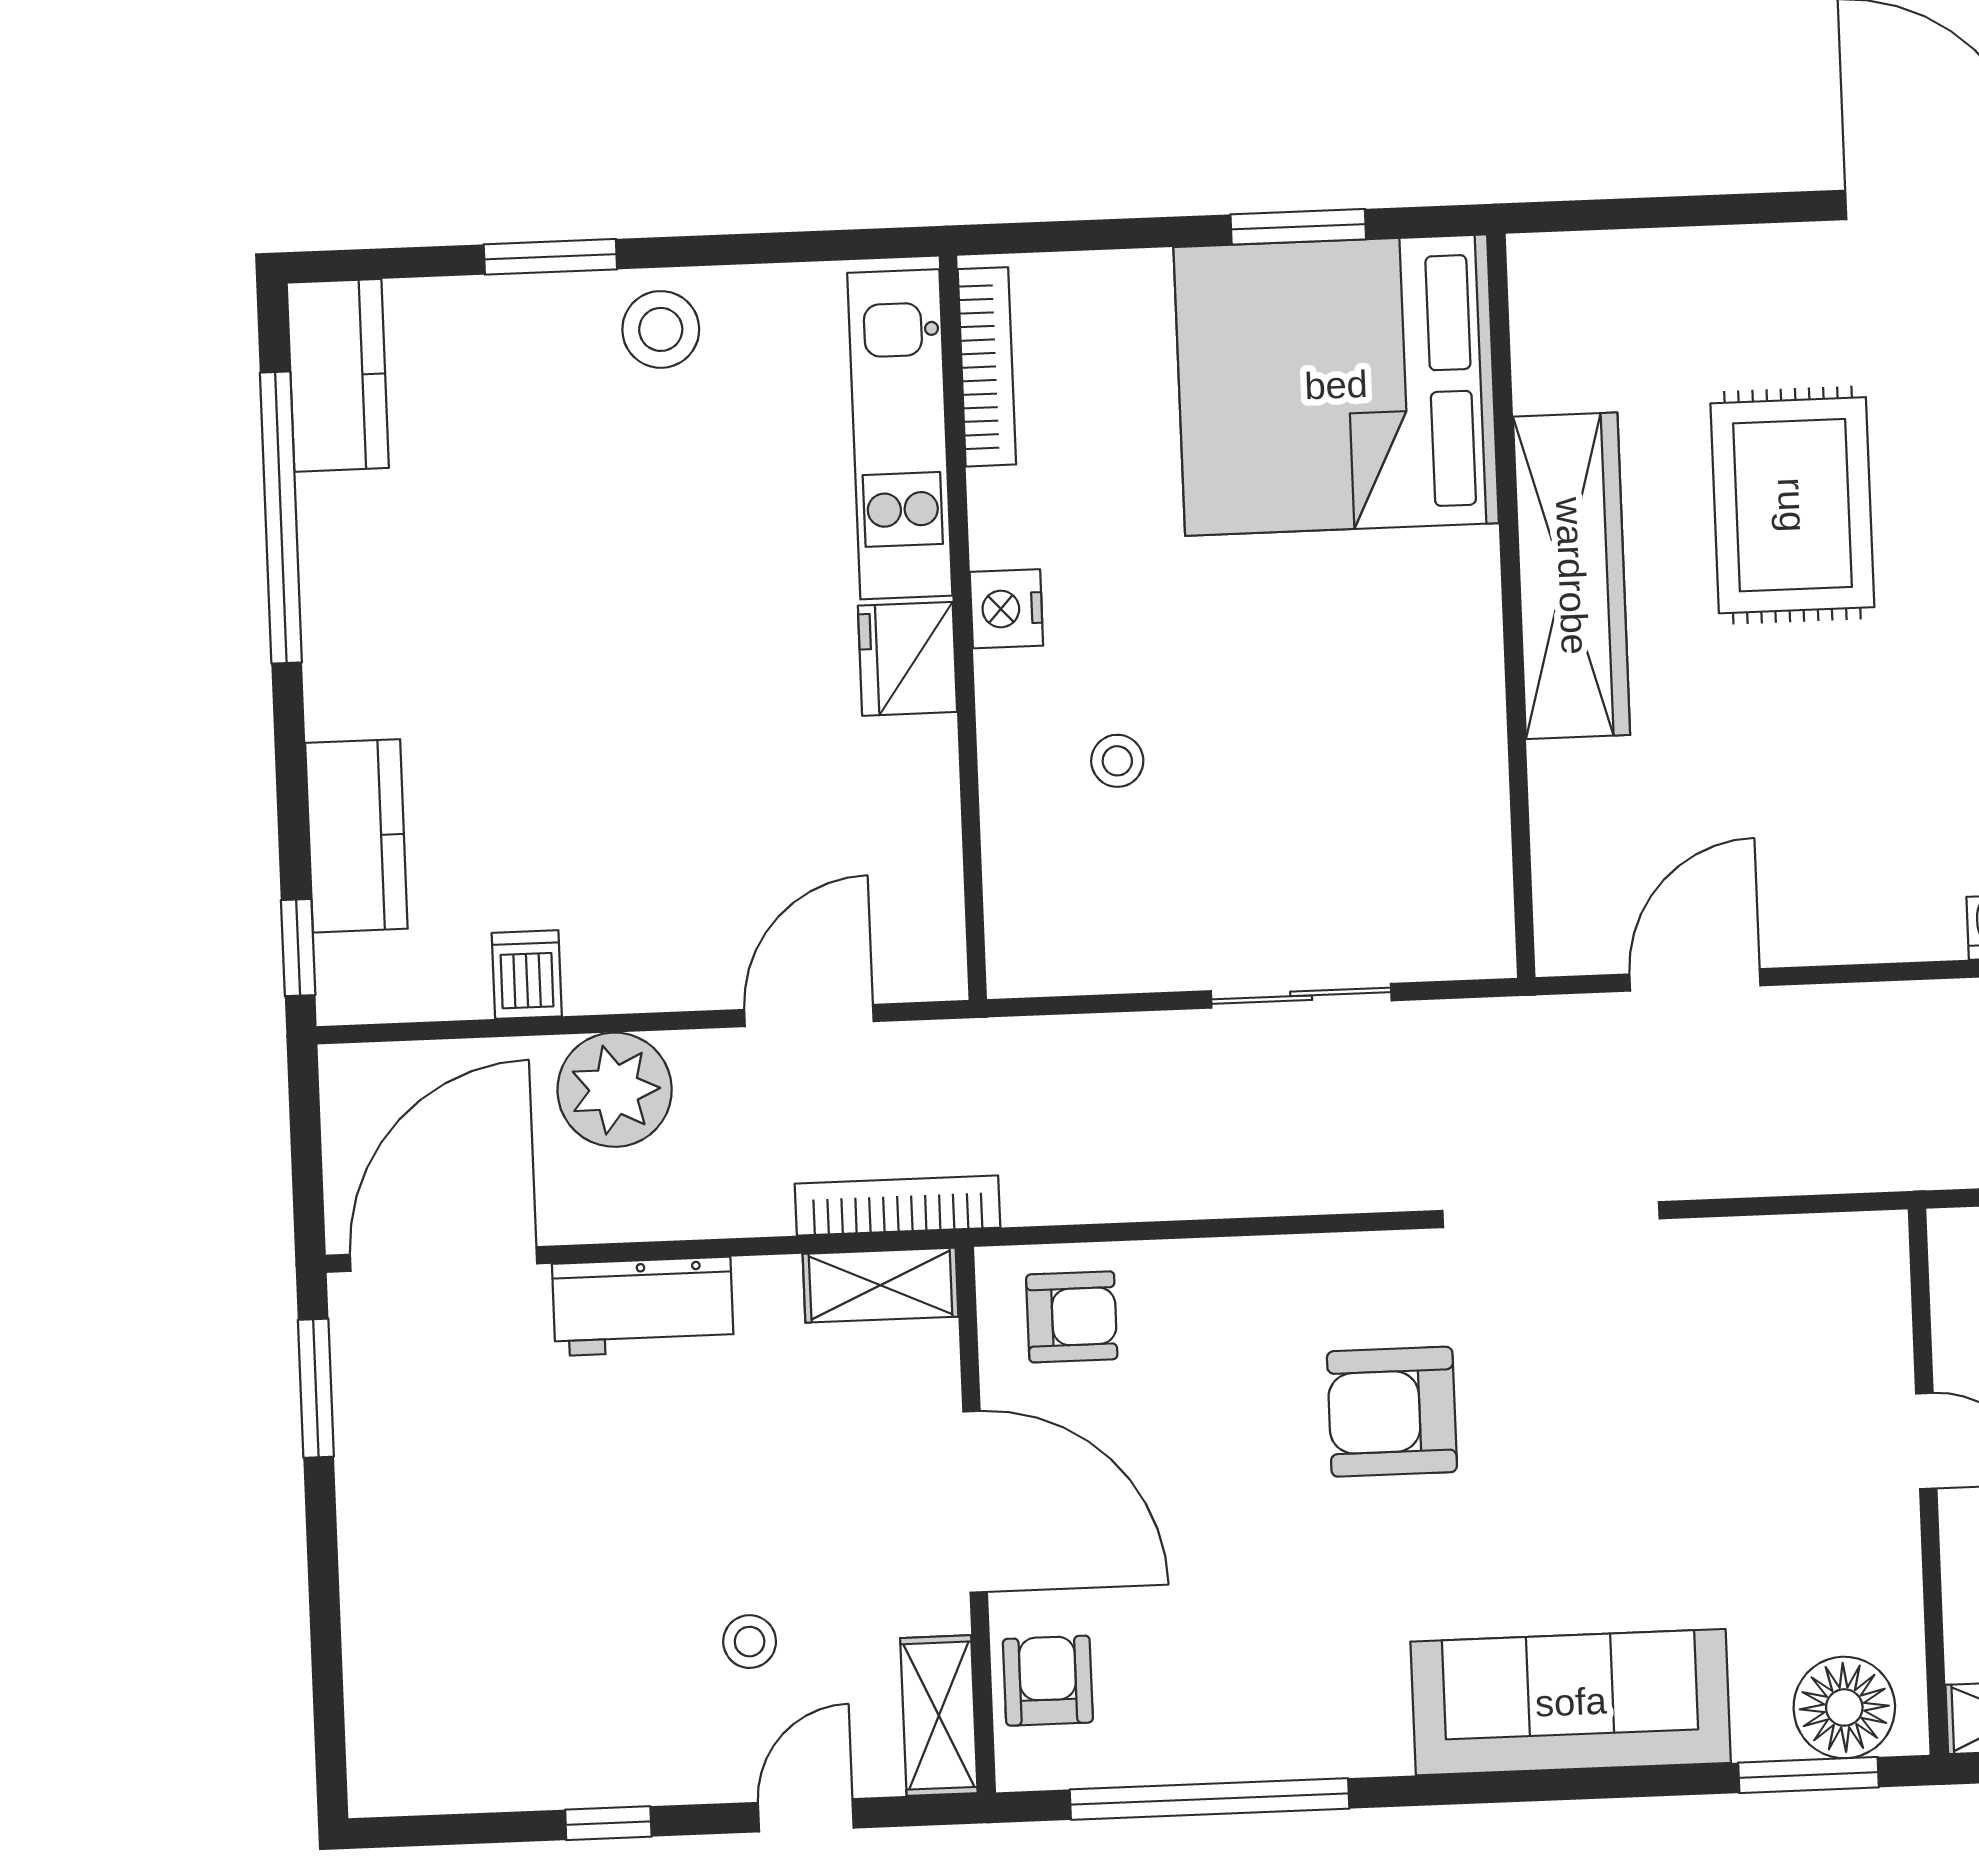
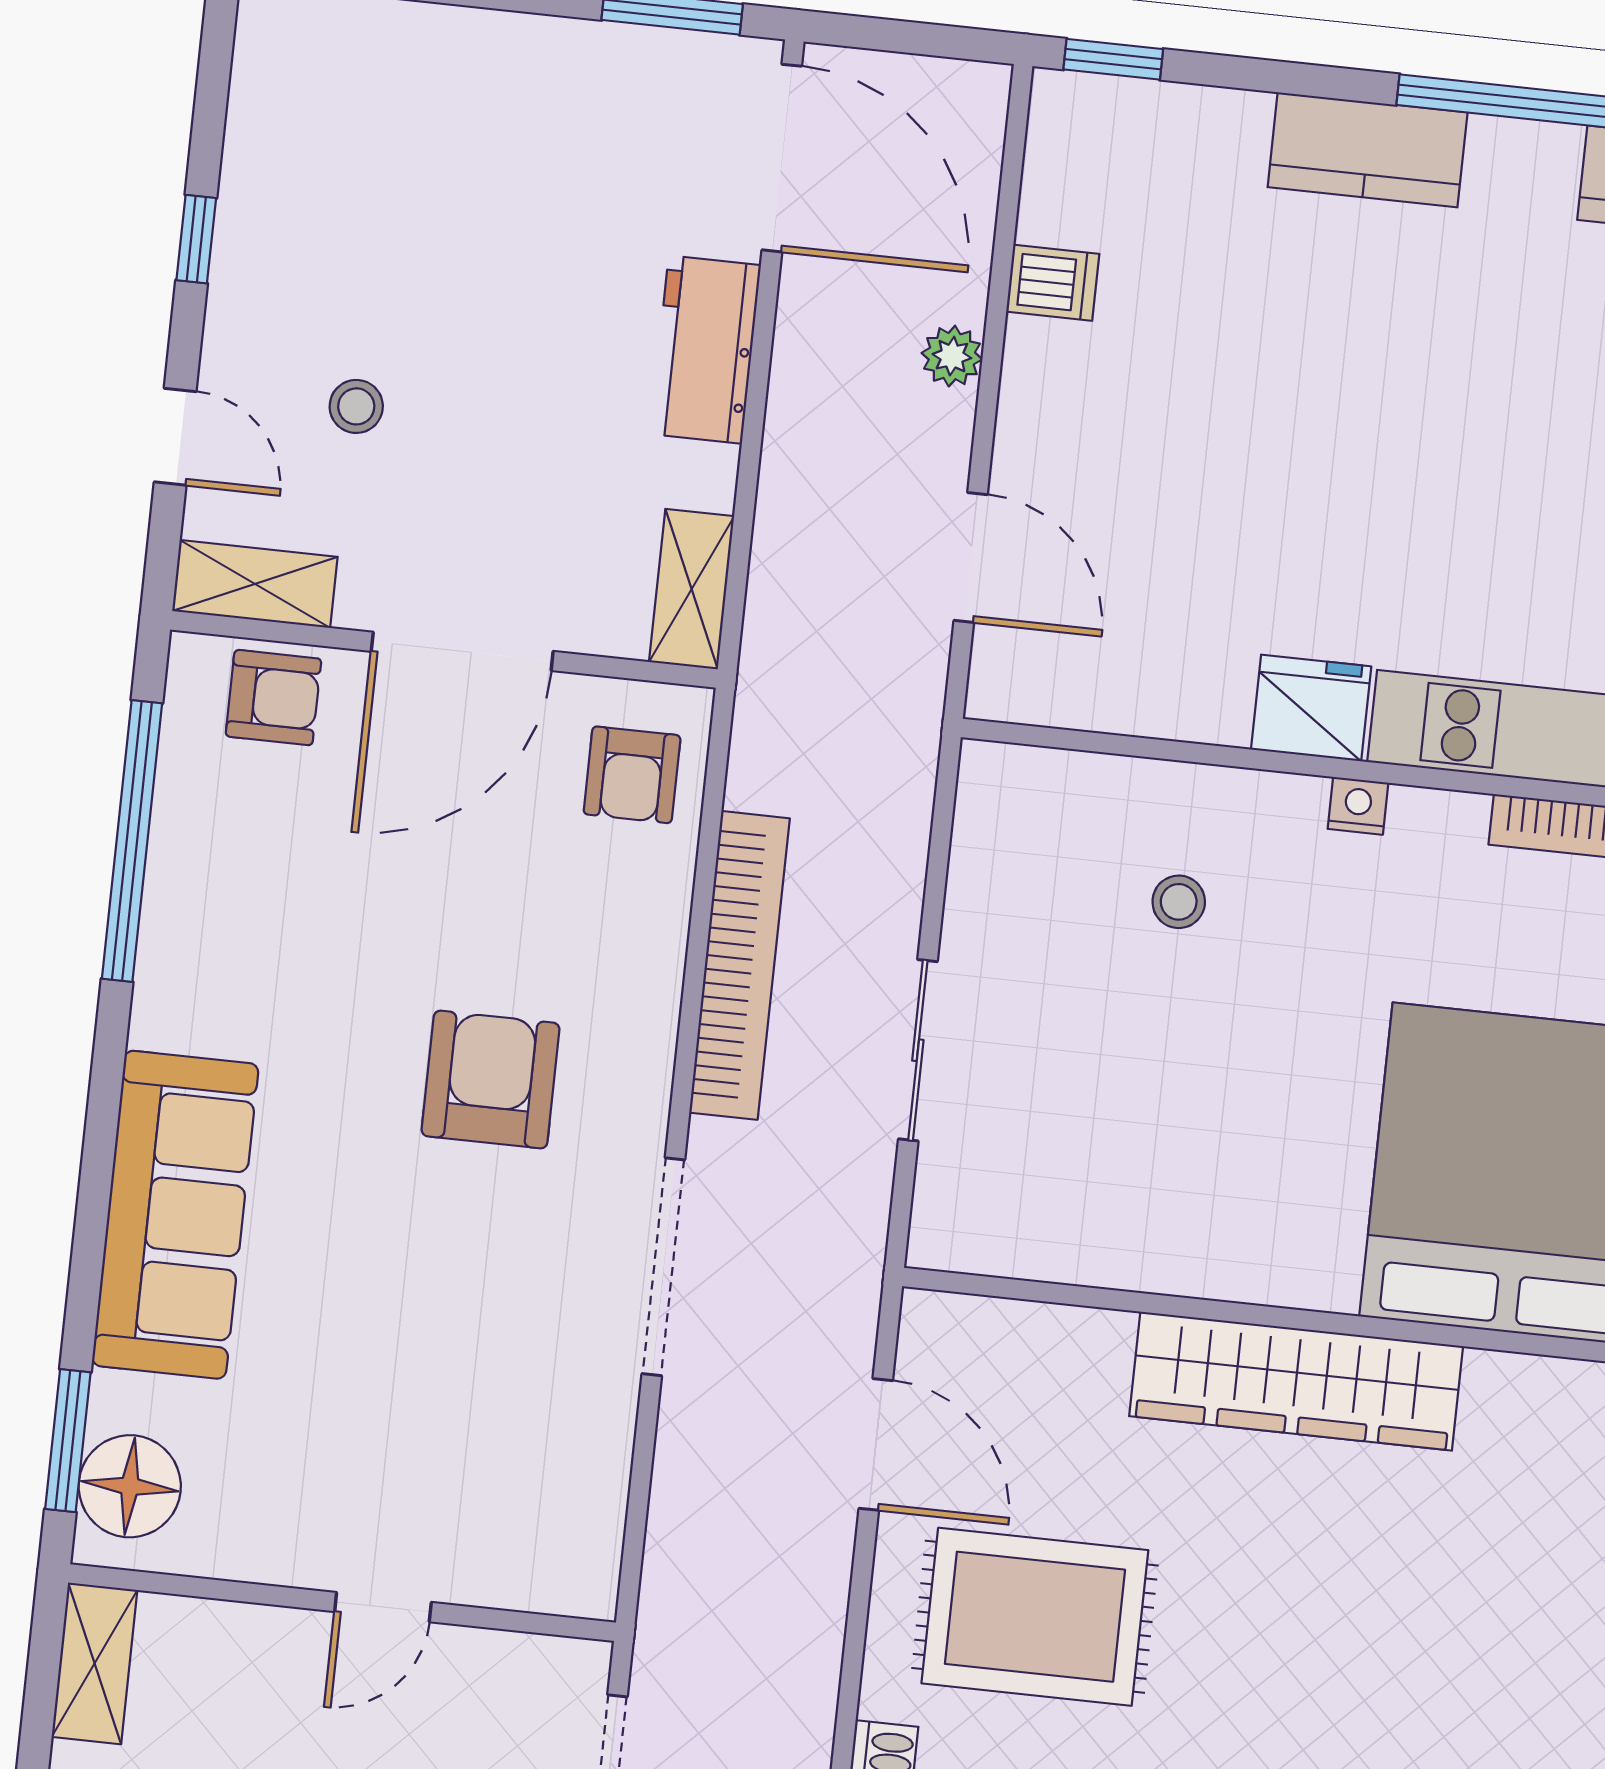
rug: (1792, 505) -> (1035, 1617), moved
nightstand: (1006, 609) -> (1358, 806), width x0.72, depth x0.74
kitchen counter: (356, 836) -> (1368, 150), moved
plant: (615, 1090) -> (952, 356), width x0.53, depth x0.53
bookcase: (898, 1206) -> (739, 965), moved, width x1.48, depth x1.31

